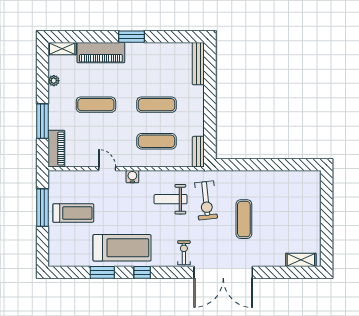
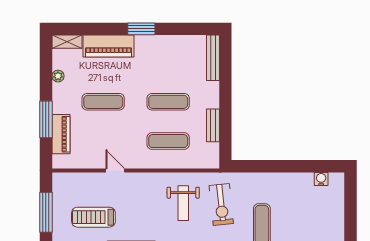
piano: (56, 149) -> (61, 134), moved
bench: (198, 152) -> (213, 125), moved
water cooler: (132, 177) -> (321, 179), moved
weight bench: (171, 199) -> (183, 203), turned -90
treadmill: (73, 213) -> (93, 217), moved, turned 180

